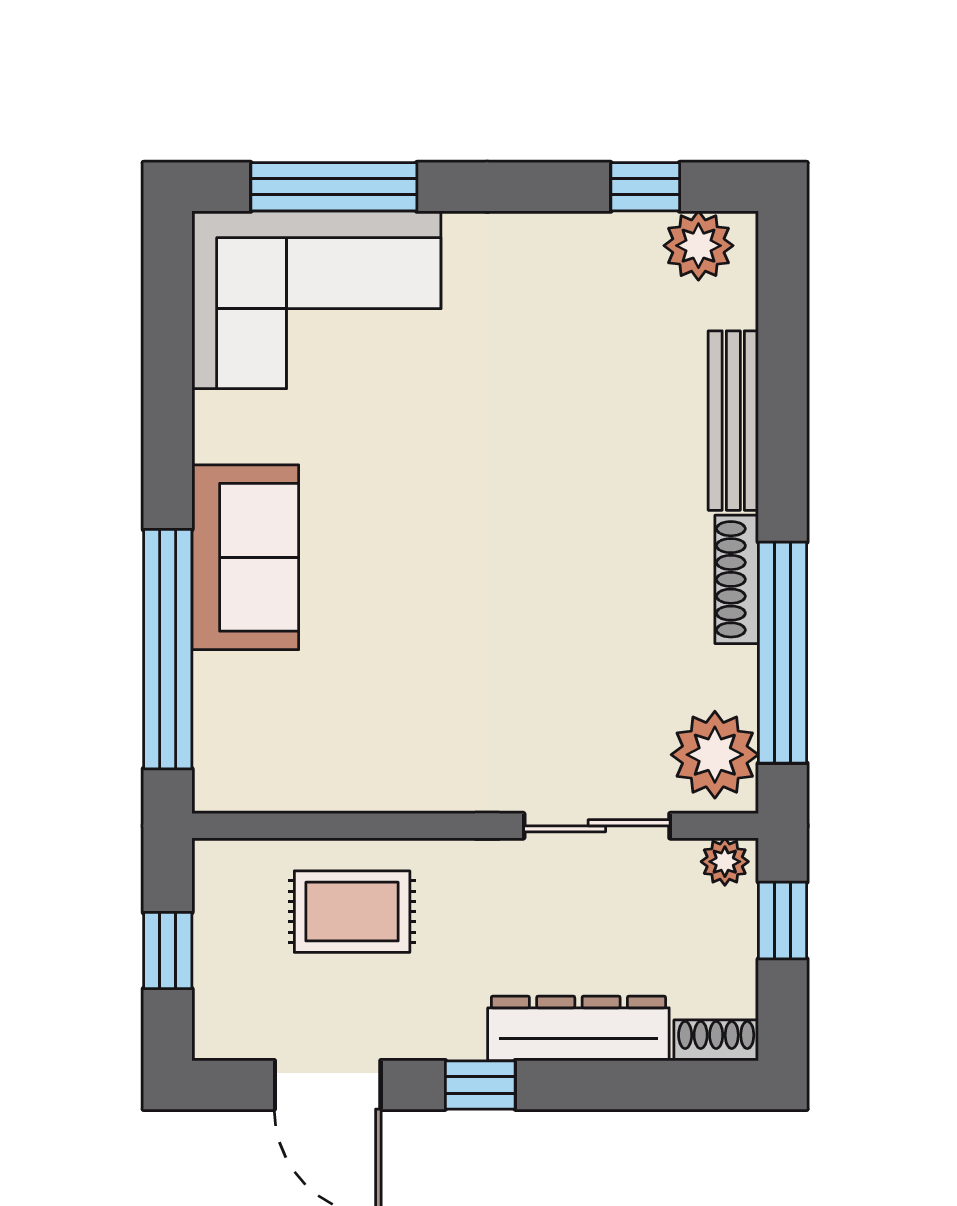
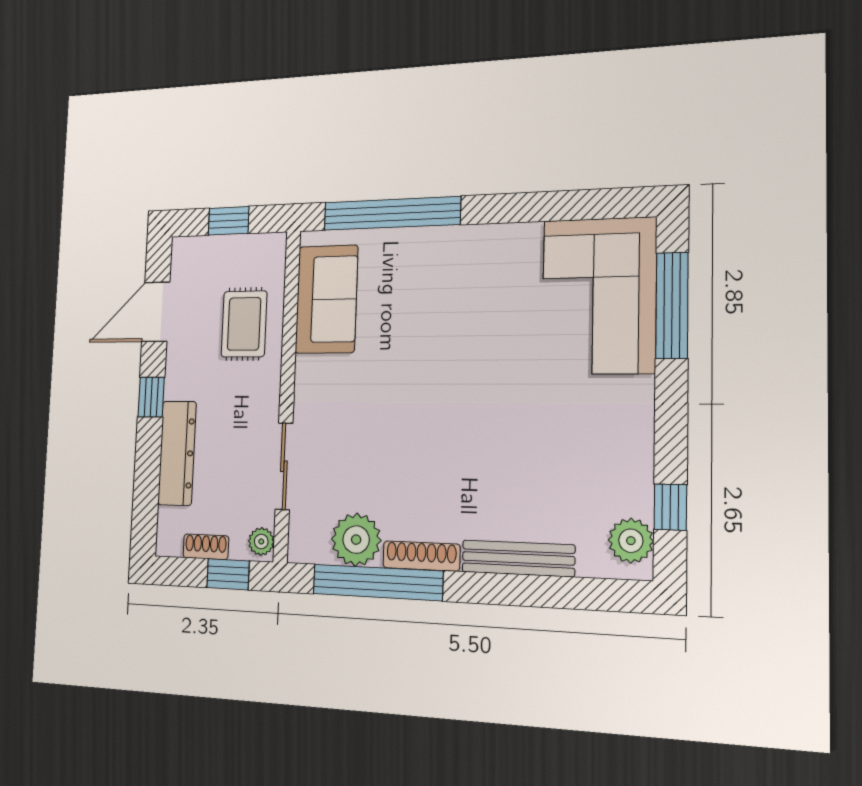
sofa: (245, 557) -> (327, 299), moved, turned -90
plant: (715, 755) -> (356, 540), moved
shoe rack: (716, 1040) -> (206, 547), moved, turned -90

